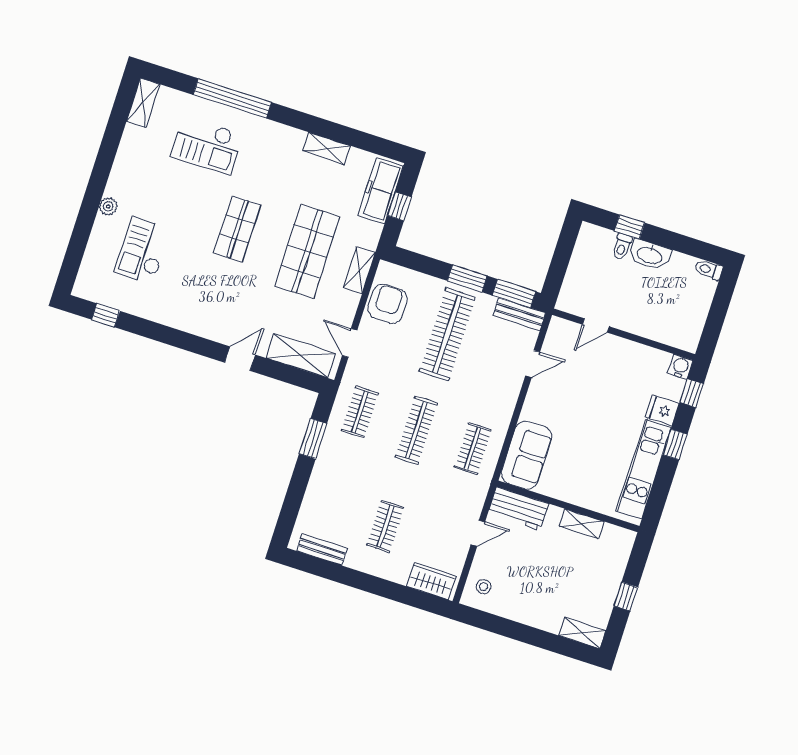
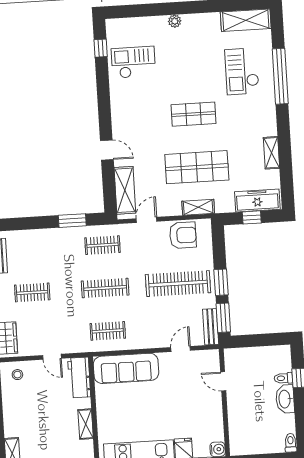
shelving: (143, 103) -> (246, 20), width x1.50, depth x1.33
checkout: (143, 250) -> (133, 62), moved
door: (533, 364) -> (181, 349), swing flipped
sofa: (527, 455) -> (126, 368), width x1.36

